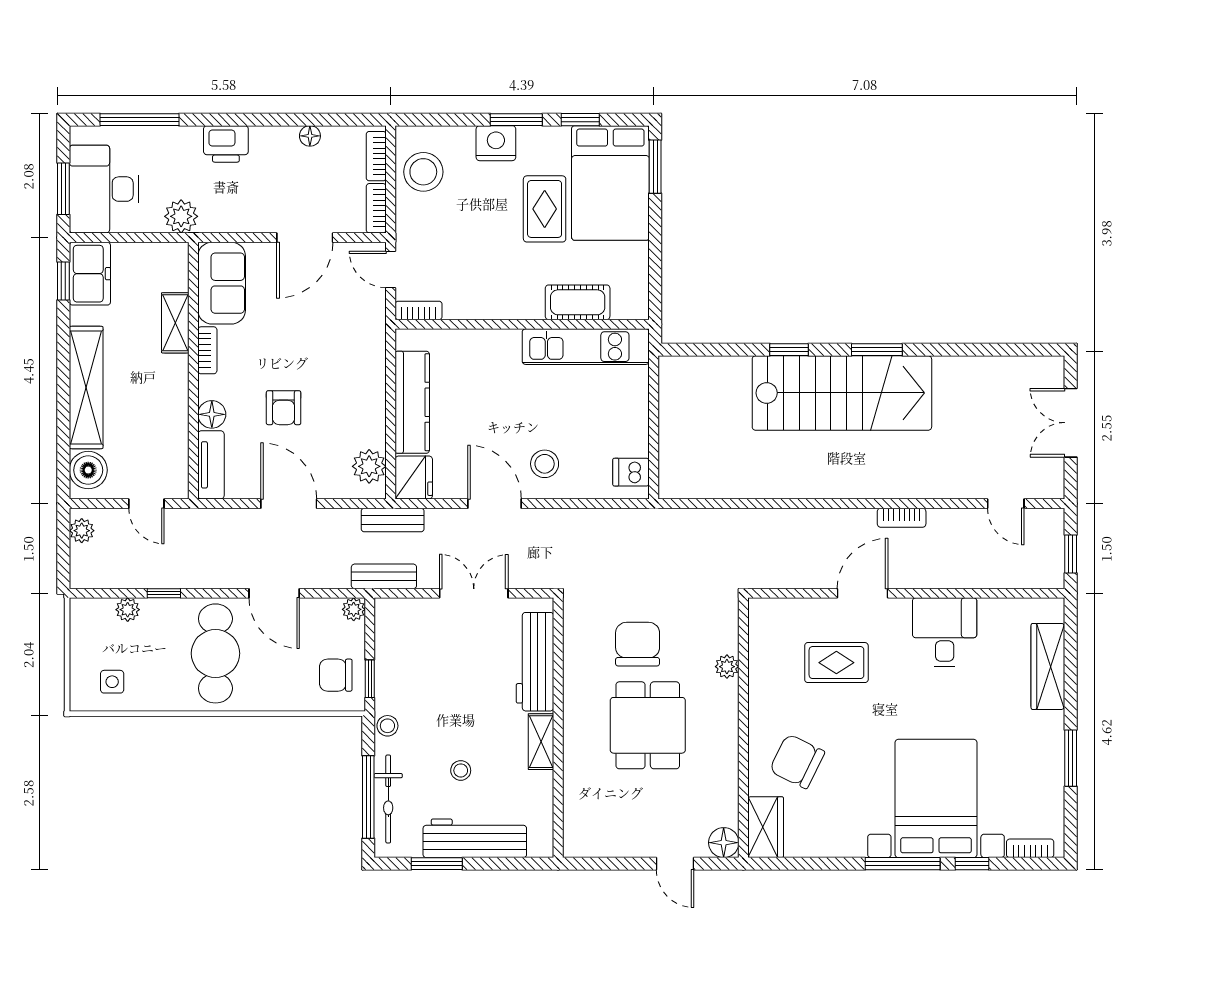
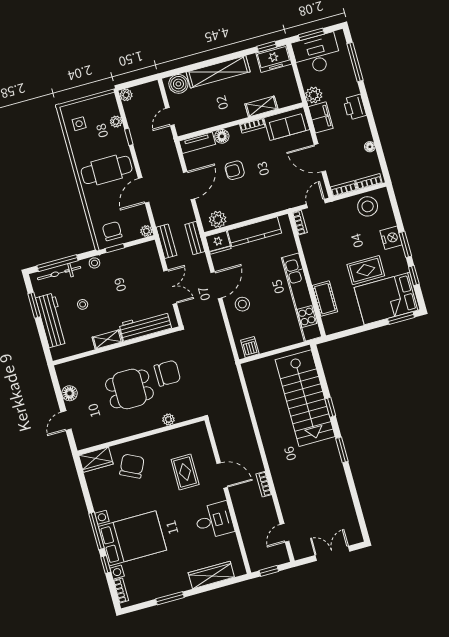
filing cabinet: (228, 215) -> (321, 117), added
kitchen unit: (586, 347) -> (301, 297), width x1.36
stairs: (842, 393) -> (305, 398), moved
plant: (82, 531) -> (126, 95), moved
floor lamp: (724, 843) -> (69, 393), moved

